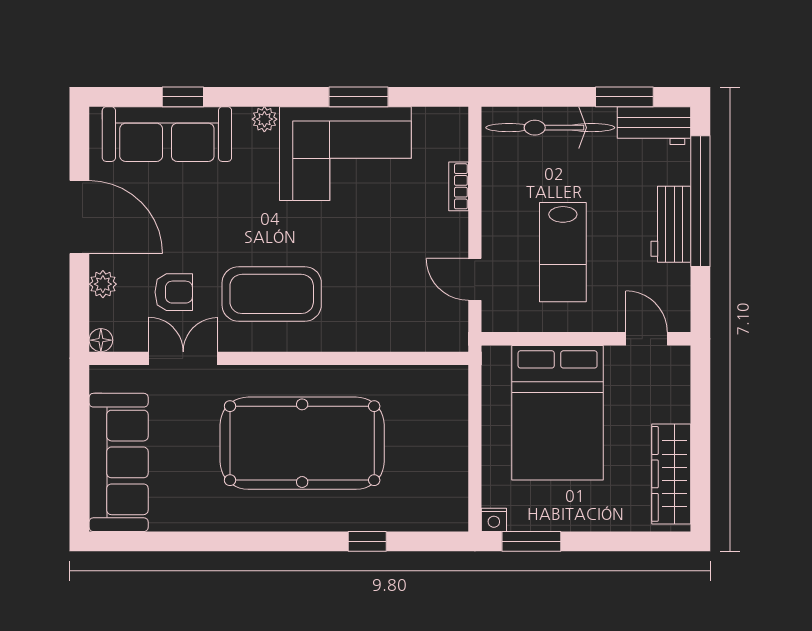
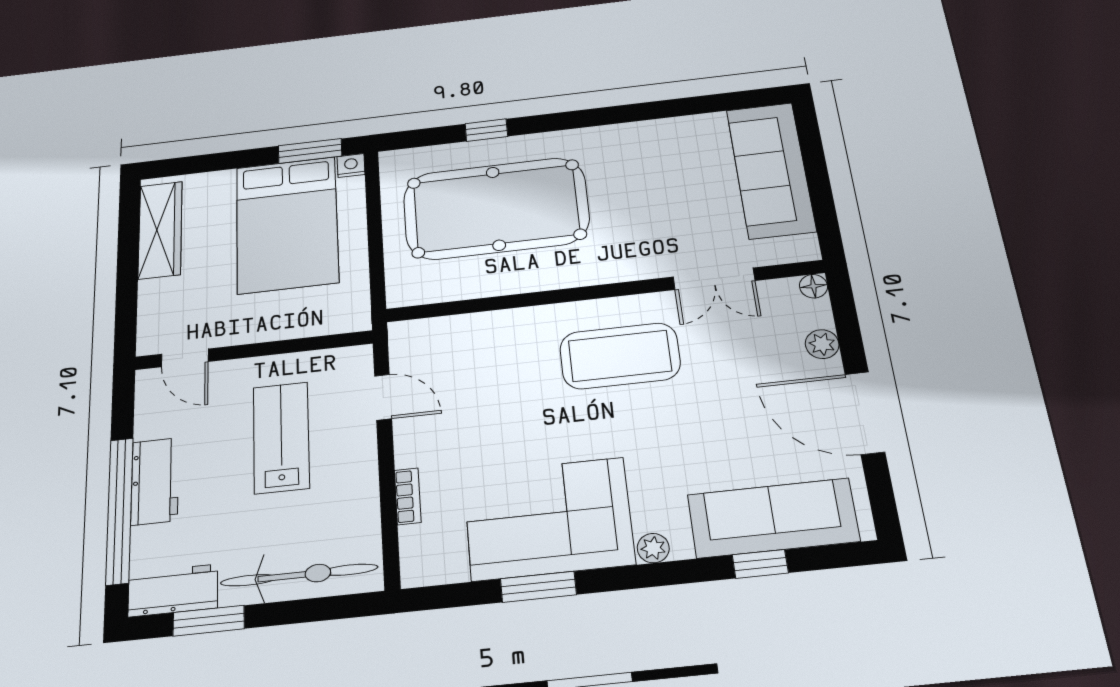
armchair: (174, 292) -> (736, 345), removed
bed: (558, 413) -> (287, 224), moved, turned 180
pool table: (302, 443) -> (496, 208), moved

